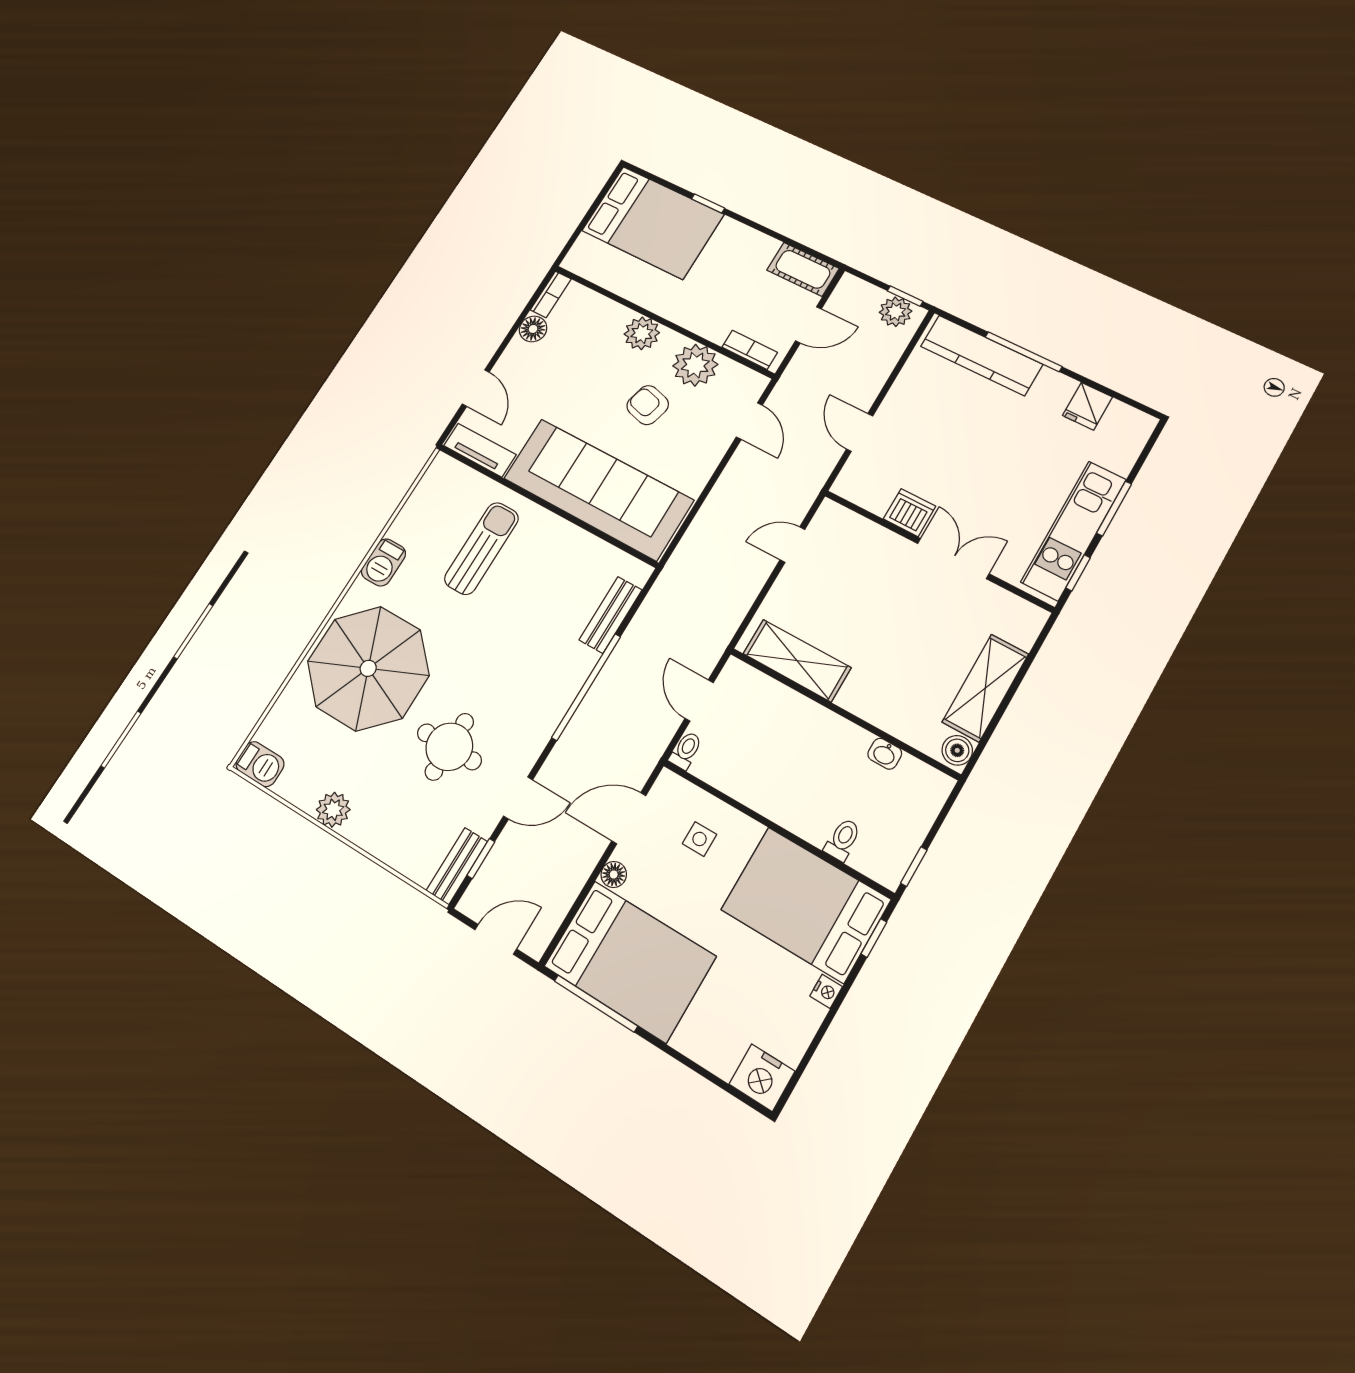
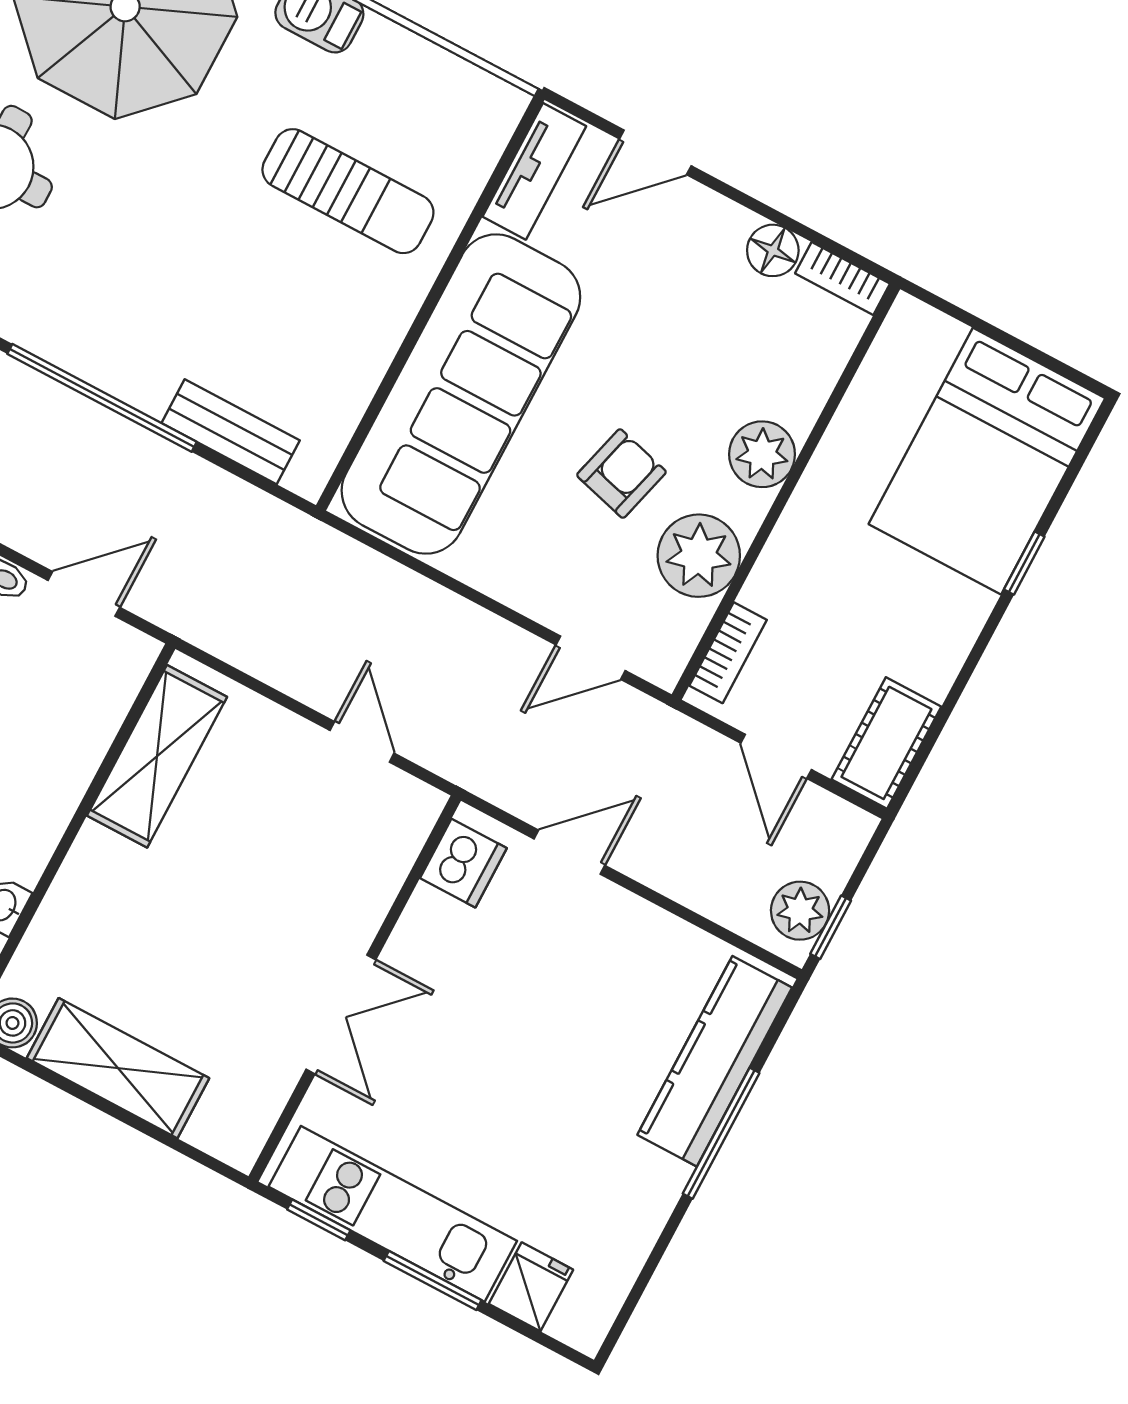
fridge: (1087, 406) -> (531, 1287), moved, turned 90
dishwasher: (909, 513) -> (463, 863), moved

